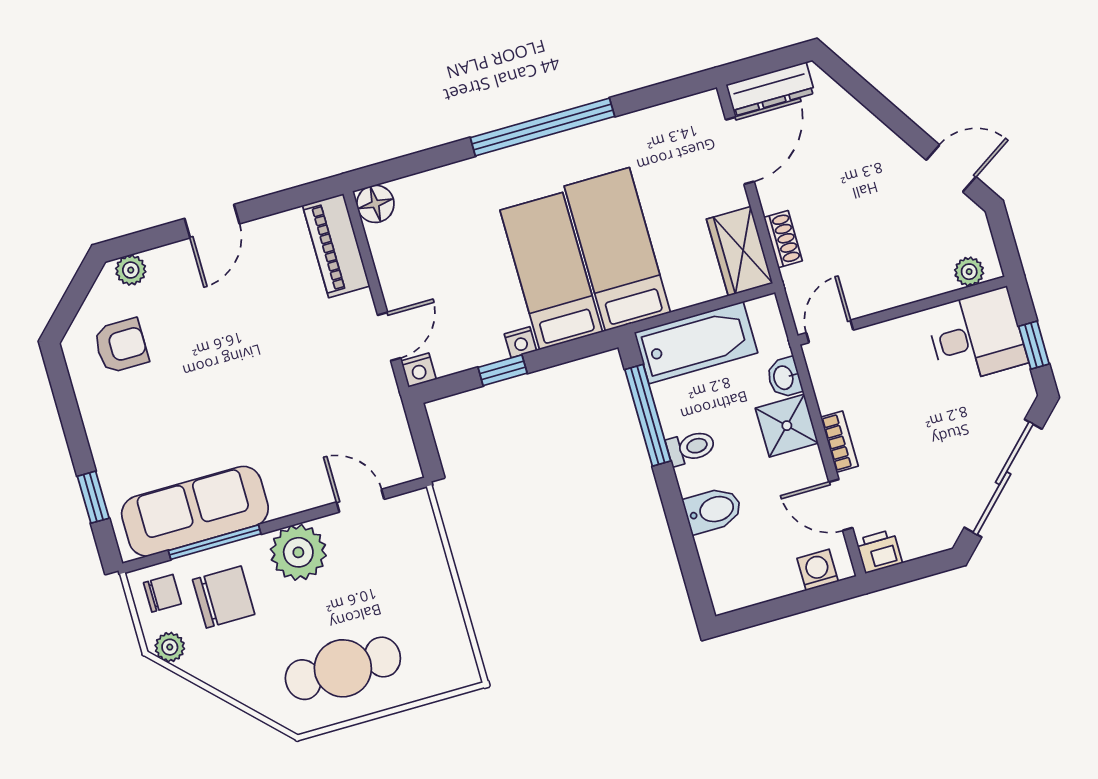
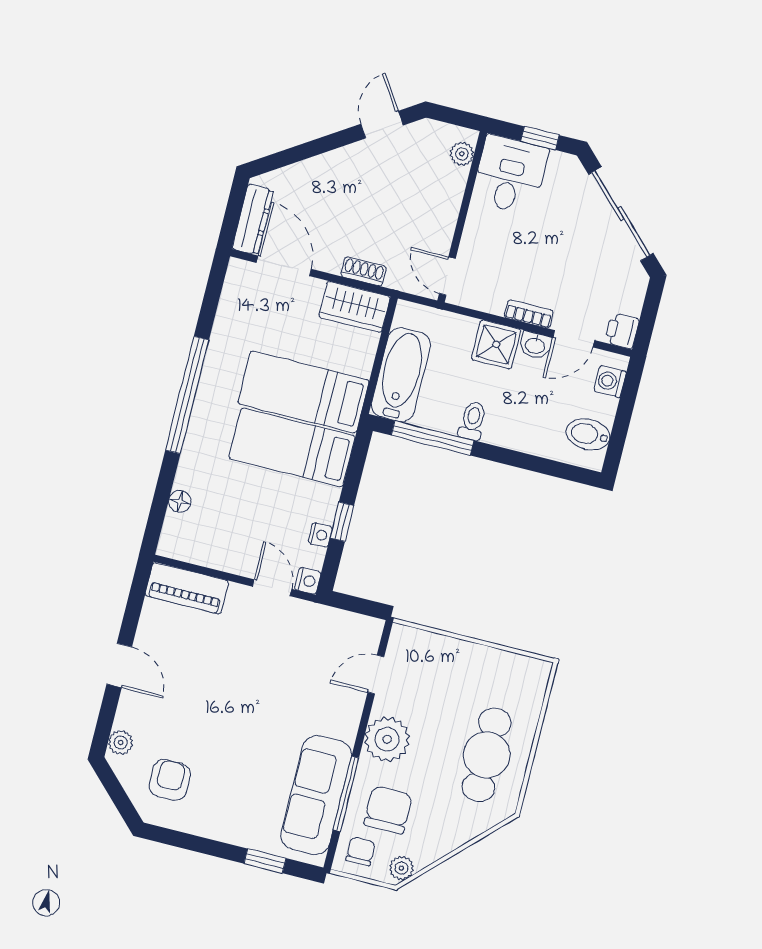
floor lamp: (375, 204) -> (180, 501), moved, width x0.73, depth x0.73
nightstand: (520, 342) -> (320, 535), moved
washbasin: (784, 377) -> (535, 345), moved
bidet: (713, 510) -> (588, 434), moved, turned -90

